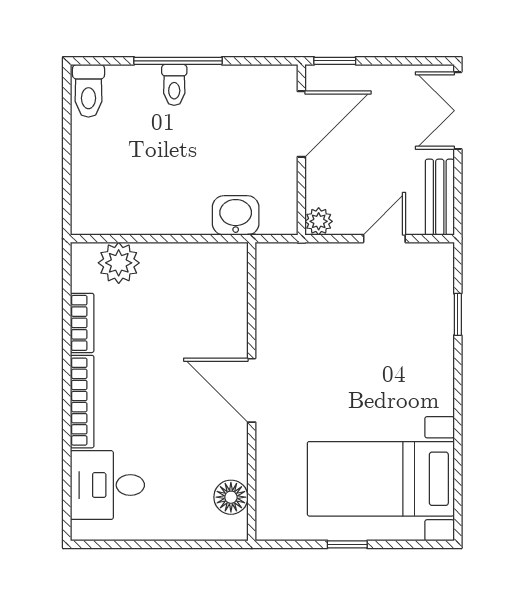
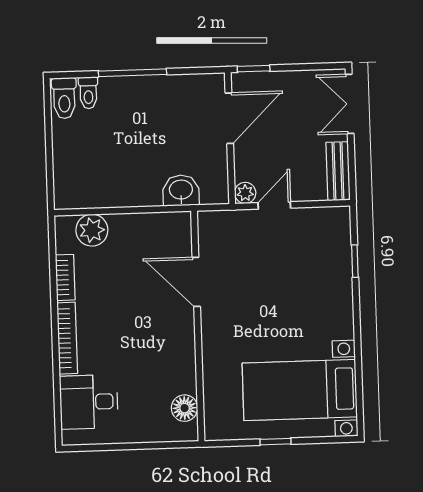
toilet: (174, 85) -> (88, 93), moved
door: (384, 239) -> (274, 205), moved
door: (252, 390) -> (196, 282), moved

